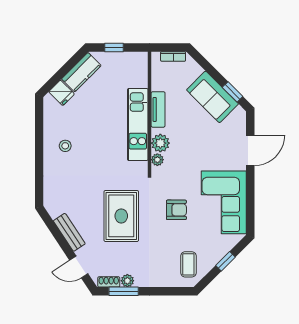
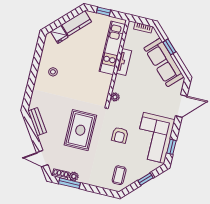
window: (233, 92) -> (169, 47), moved
sofa: (212, 97) -> (164, 62), width x1.36
kitchen unit: (138, 124) -> (112, 48), moved
plant: (160, 143) -> (120, 86), removed
window: (250, 209) -> (172, 147), added
armchair: (176, 210) -> (120, 135), turned 90
bench: (69, 232) -> (37, 122), moved

